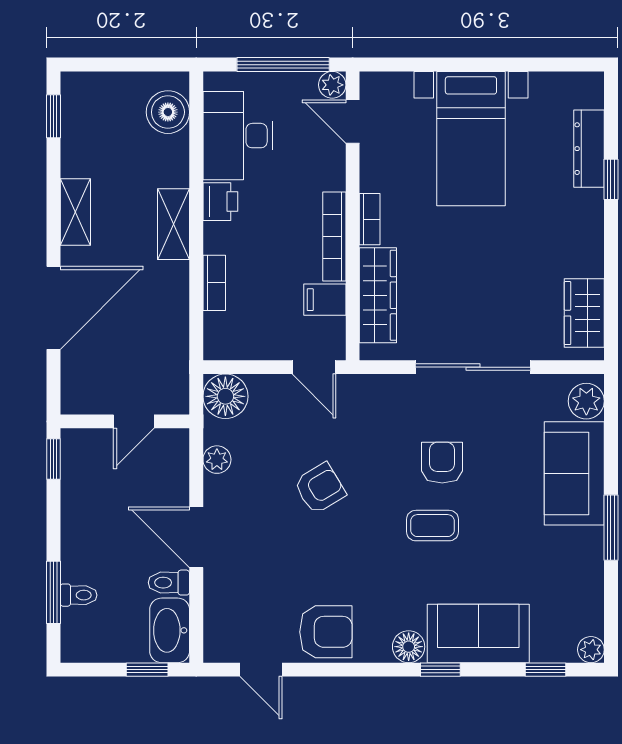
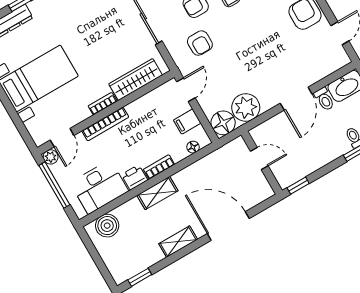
bookcase: (334, 237) -> (105, 124), moved
bookcase: (214, 283) -> (159, 167), moved
filing cabinet: (325, 300) -> (187, 122), moved, turned 90
floor lamp: (214, 325) -> (193, 147), added
plant: (217, 460) -> (246, 108), width x1.88, depth x1.88
armchair: (320, 488) -> (200, 43), moved, turned -149

